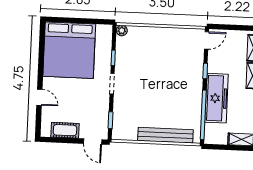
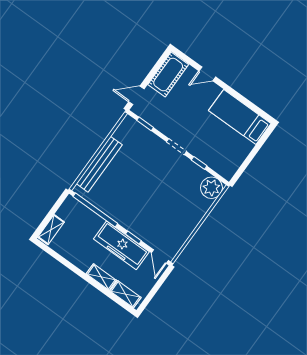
plant: (122, 31) -> (211, 188), width x1.88, depth x1.88
bed: (69, 50) -> (240, 117), width x0.49
freezer: (217, 98) -> (121, 245), moved
cot: (65, 130) -> (168, 75), width x1.37, depth x1.34

